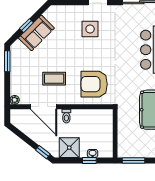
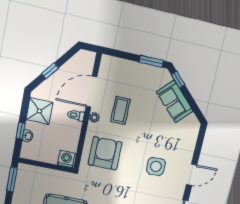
window: (26, 26) -> (178, 80), moved
side table: (90, 29) -> (156, 166), moved
plant: (15, 100) -> (94, 117), moved
washing machine: (106, 117) -> (66, 159), added
window: (43, 152) -> (50, 71), moved

